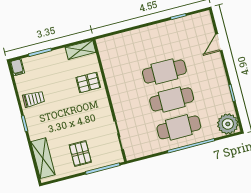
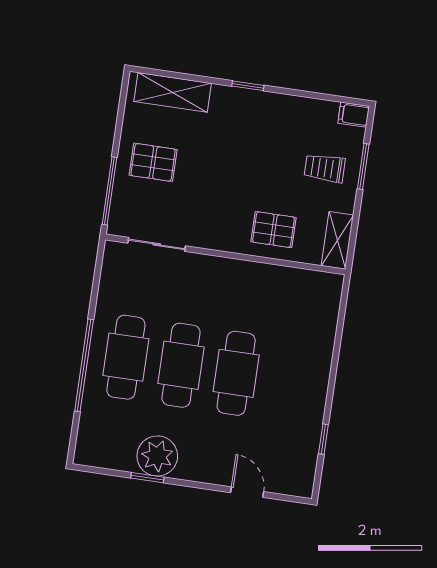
pallet: (88, 82) -> (274, 230), turned 90
trolley: (34, 99) -> (325, 168), moved, turned 90
plant: (228, 124) -> (157, 456), moved

